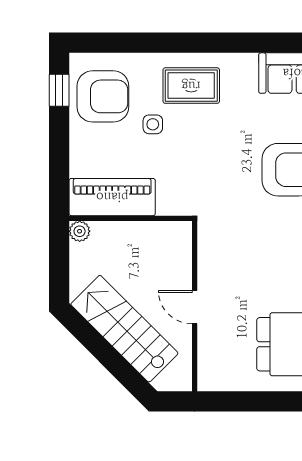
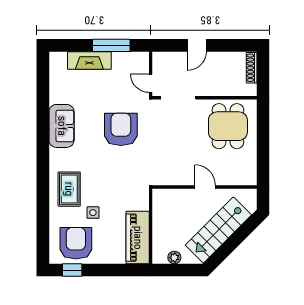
plant: (80, 231) -> (174, 258), moved
door: (195, 307) -> (205, 187), swing flipped

